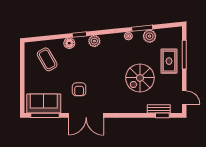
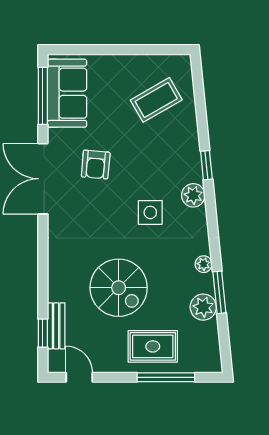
floor lamp: (69, 43) -> (189, 145), removed
side table: (103, 62) -> (150, 212), added
spiral stairs: (140, 78) -> (119, 288), turned 180
armchair: (79, 89) -> (96, 165), turned -85
door: (184, 97) -> (79, 377), swing flipped

